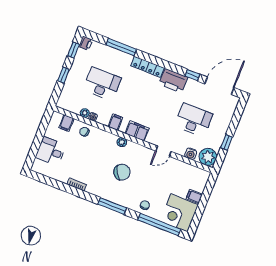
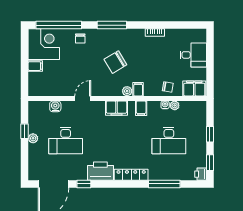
filing cabinet: (66, 123) -> (194, 88), width x2.00
filing cabinet: (111, 140) -> (138, 89), added
plant: (208, 157) -> (33, 138), moved, width x0.53, depth x0.53

